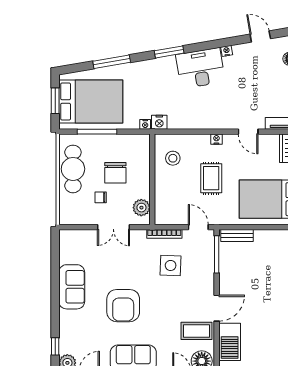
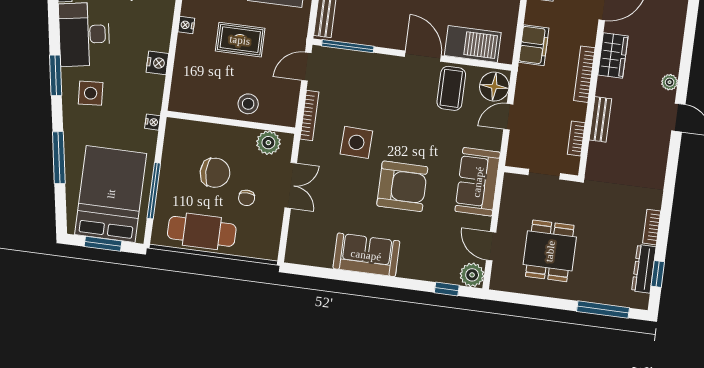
side table: (160, 78) -> (91, 93), added
nightstand: (159, 122) -> (157, 63), moved
stool: (173, 158) -> (248, 104), moved
side table: (171, 265) -> (356, 142), moved

